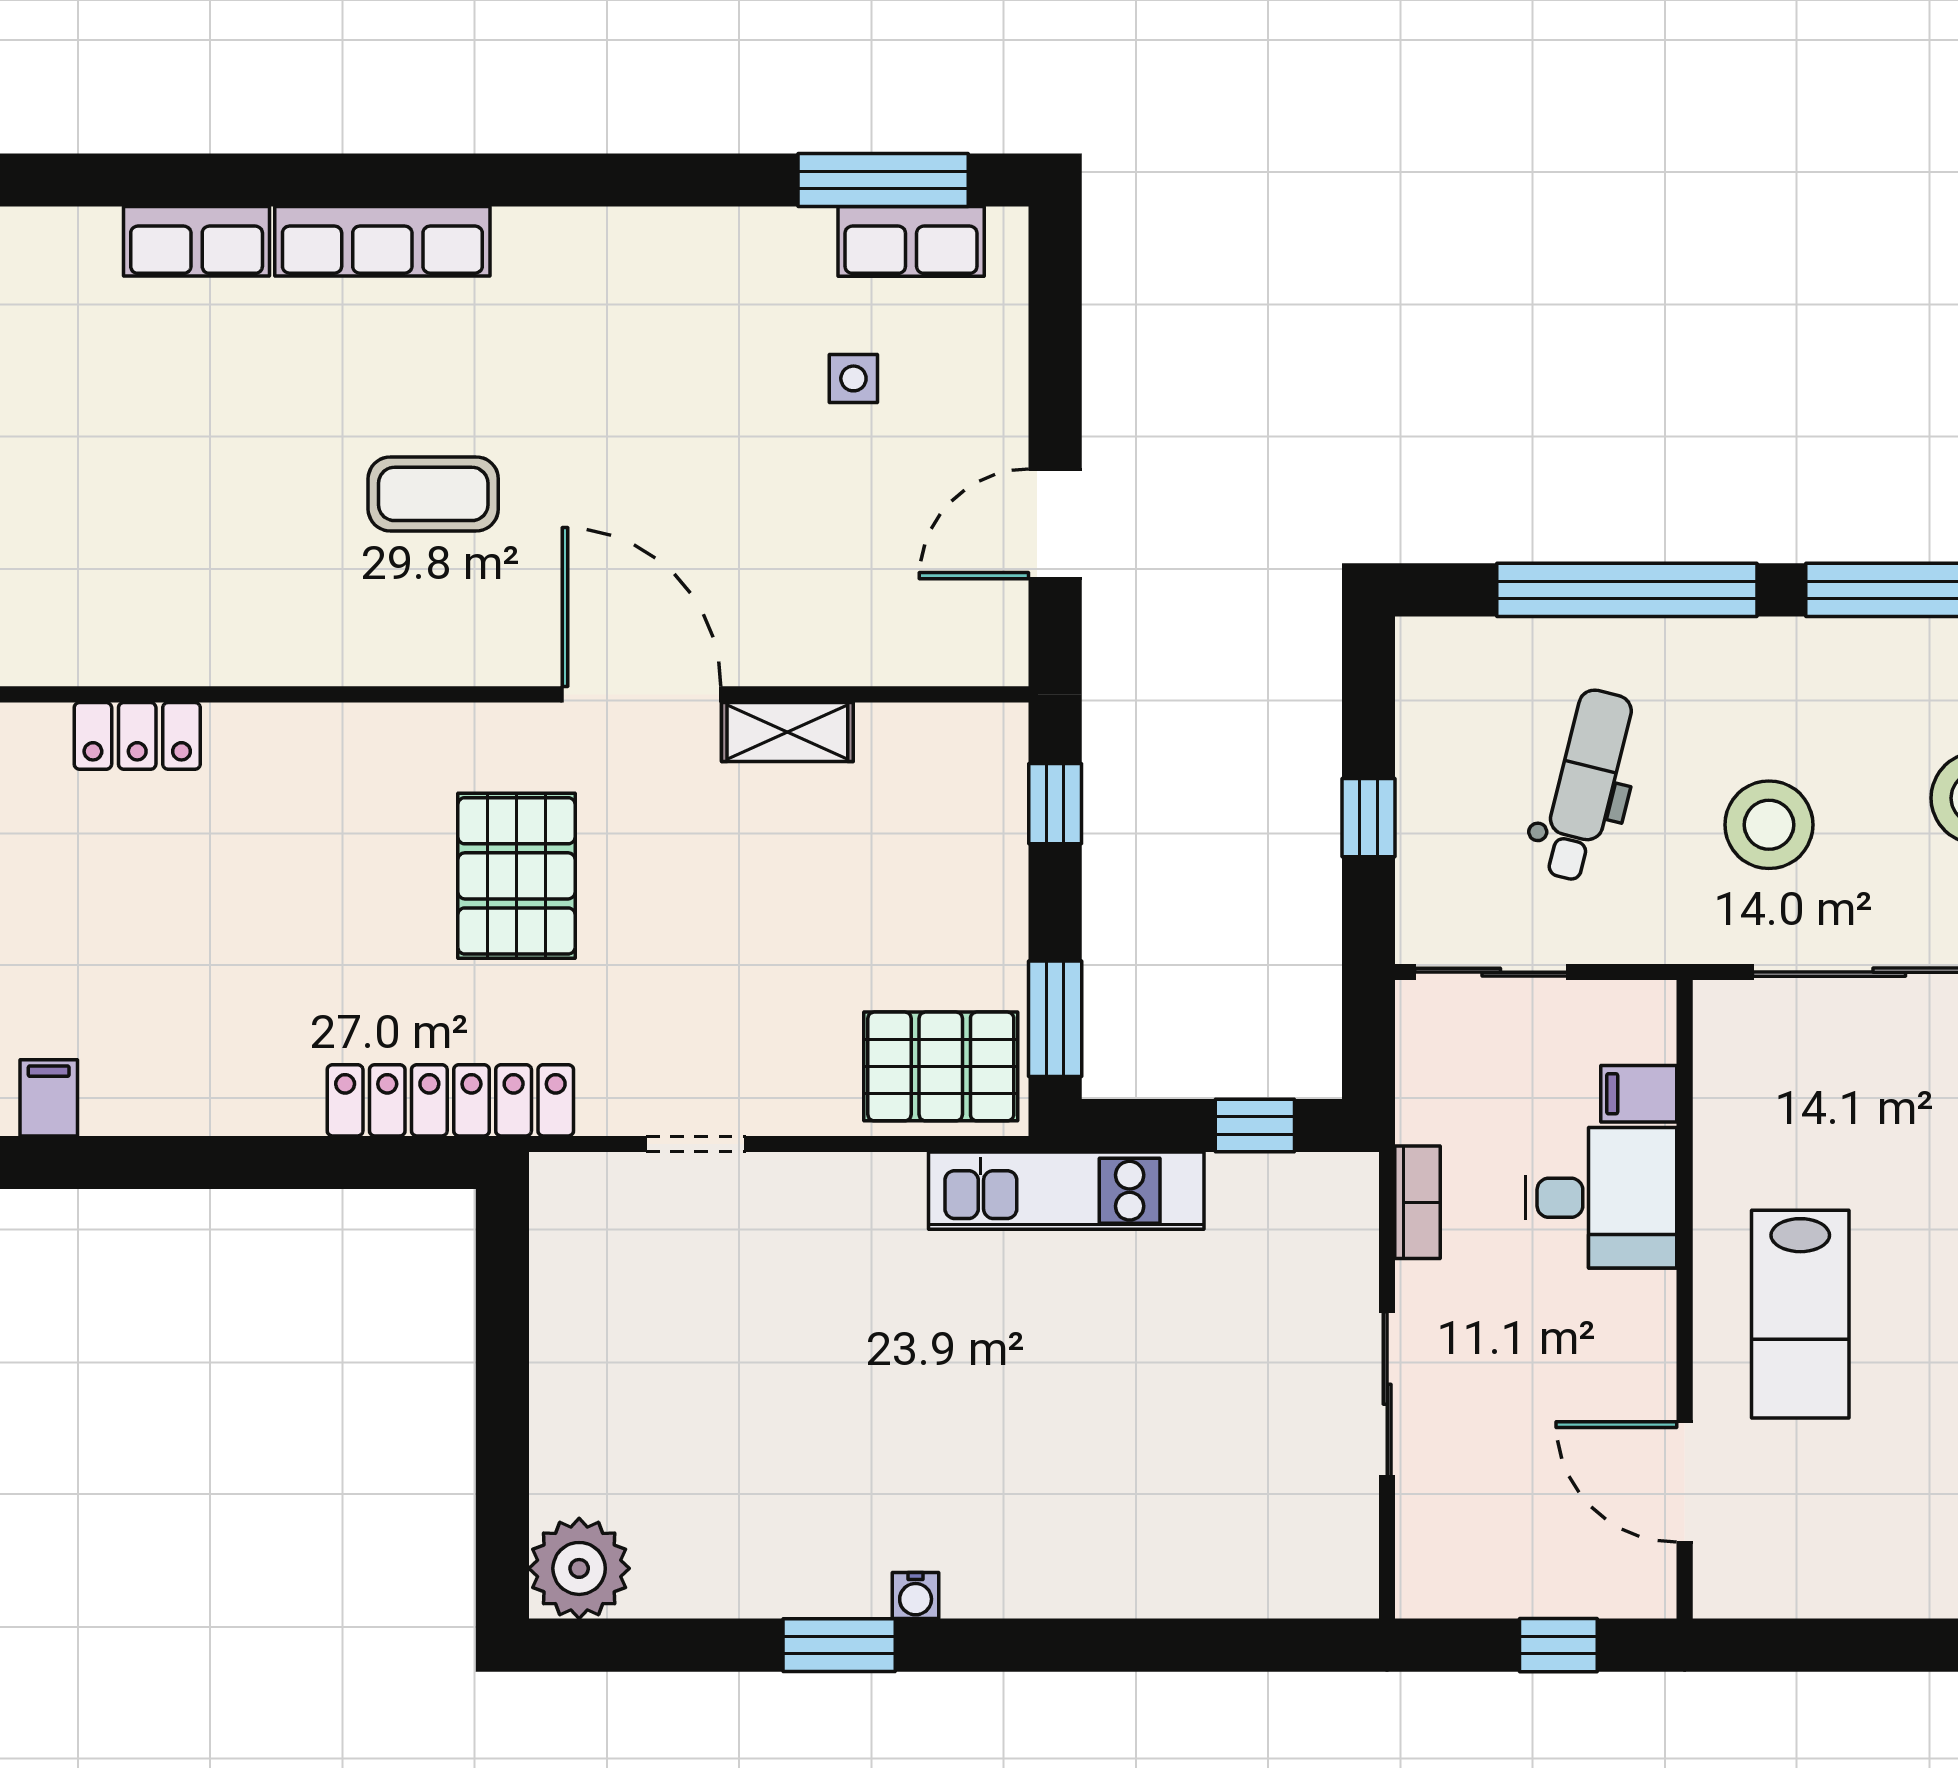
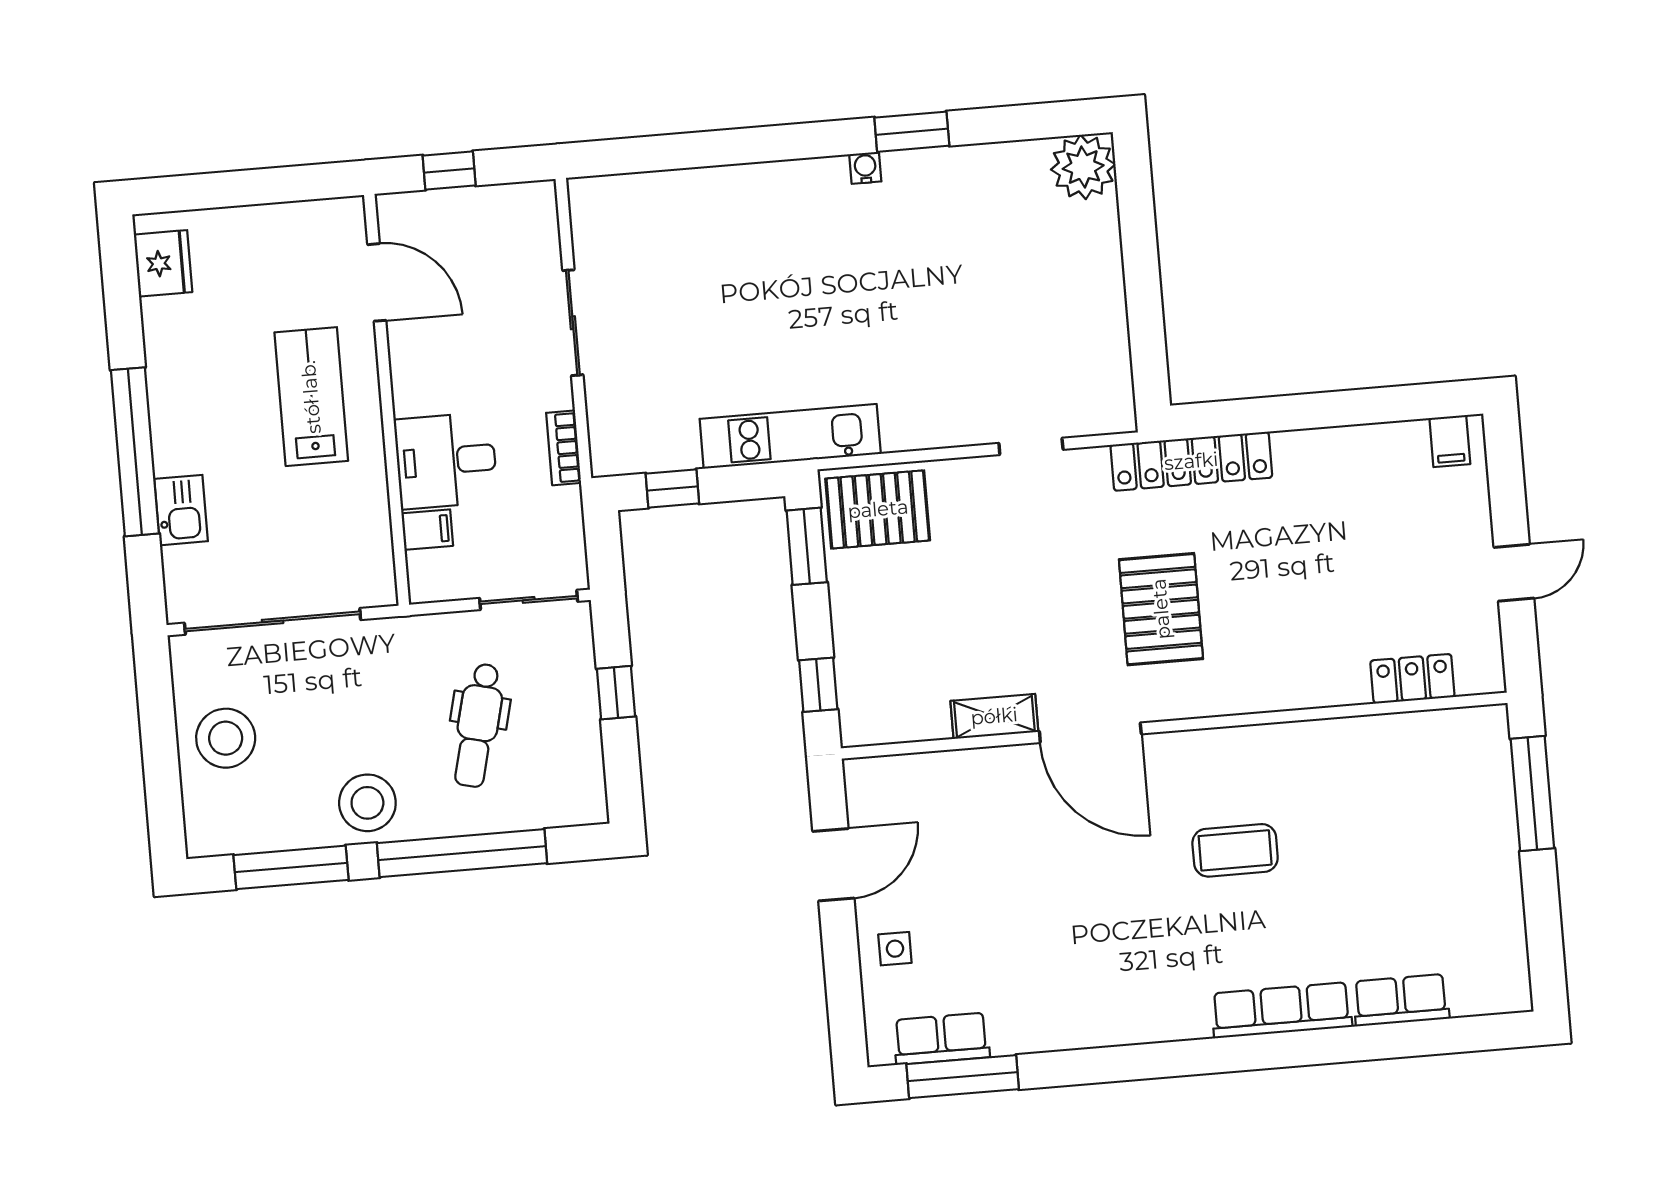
side table: (853, 378) -> (895, 949), moved
stool: (1769, 825) -> (367, 803), moved

